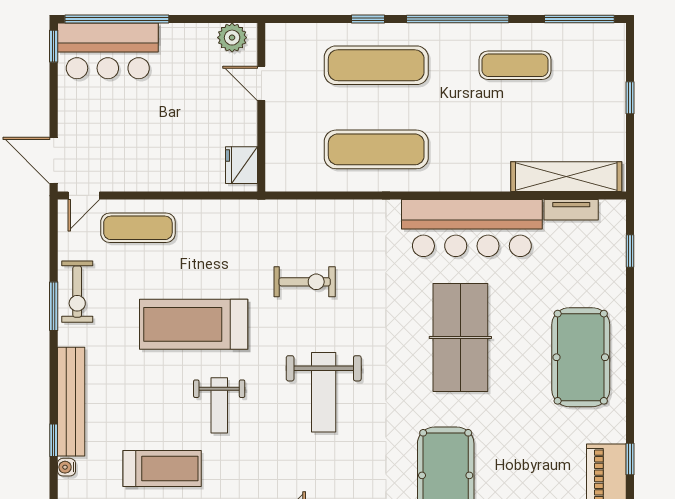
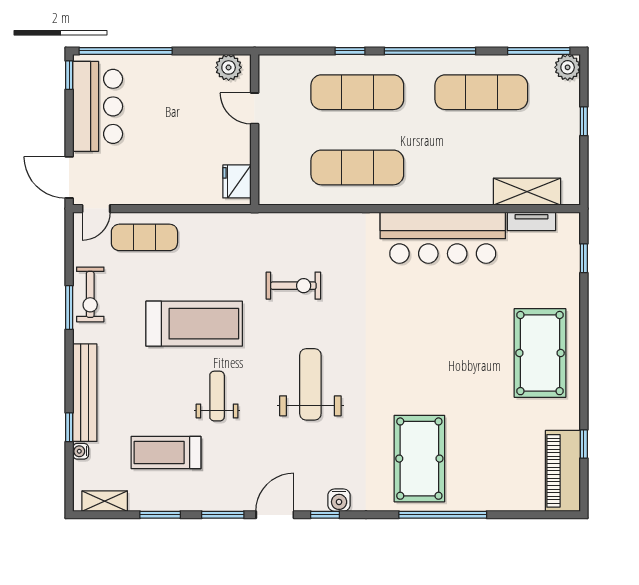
plant: (612, 37) -> (568, 67), added
bar counter: (108, 51) -> (98, 106), moved, turned -90
exercise mat: (515, 65) -> (481, 92), width x1.36, depth x1.45
shelving: (566, 177) -> (527, 192), width x0.68
treadmill: (194, 324) -> (194, 324), turned 180
table tennis table: (460, 337) -> (433, 335), removed
weight bench: (324, 392) -> (310, 384), turned 180
weight bench: (219, 405) -> (217, 396), turned 180
treadmill: (162, 469) -> (166, 452), turned 180

